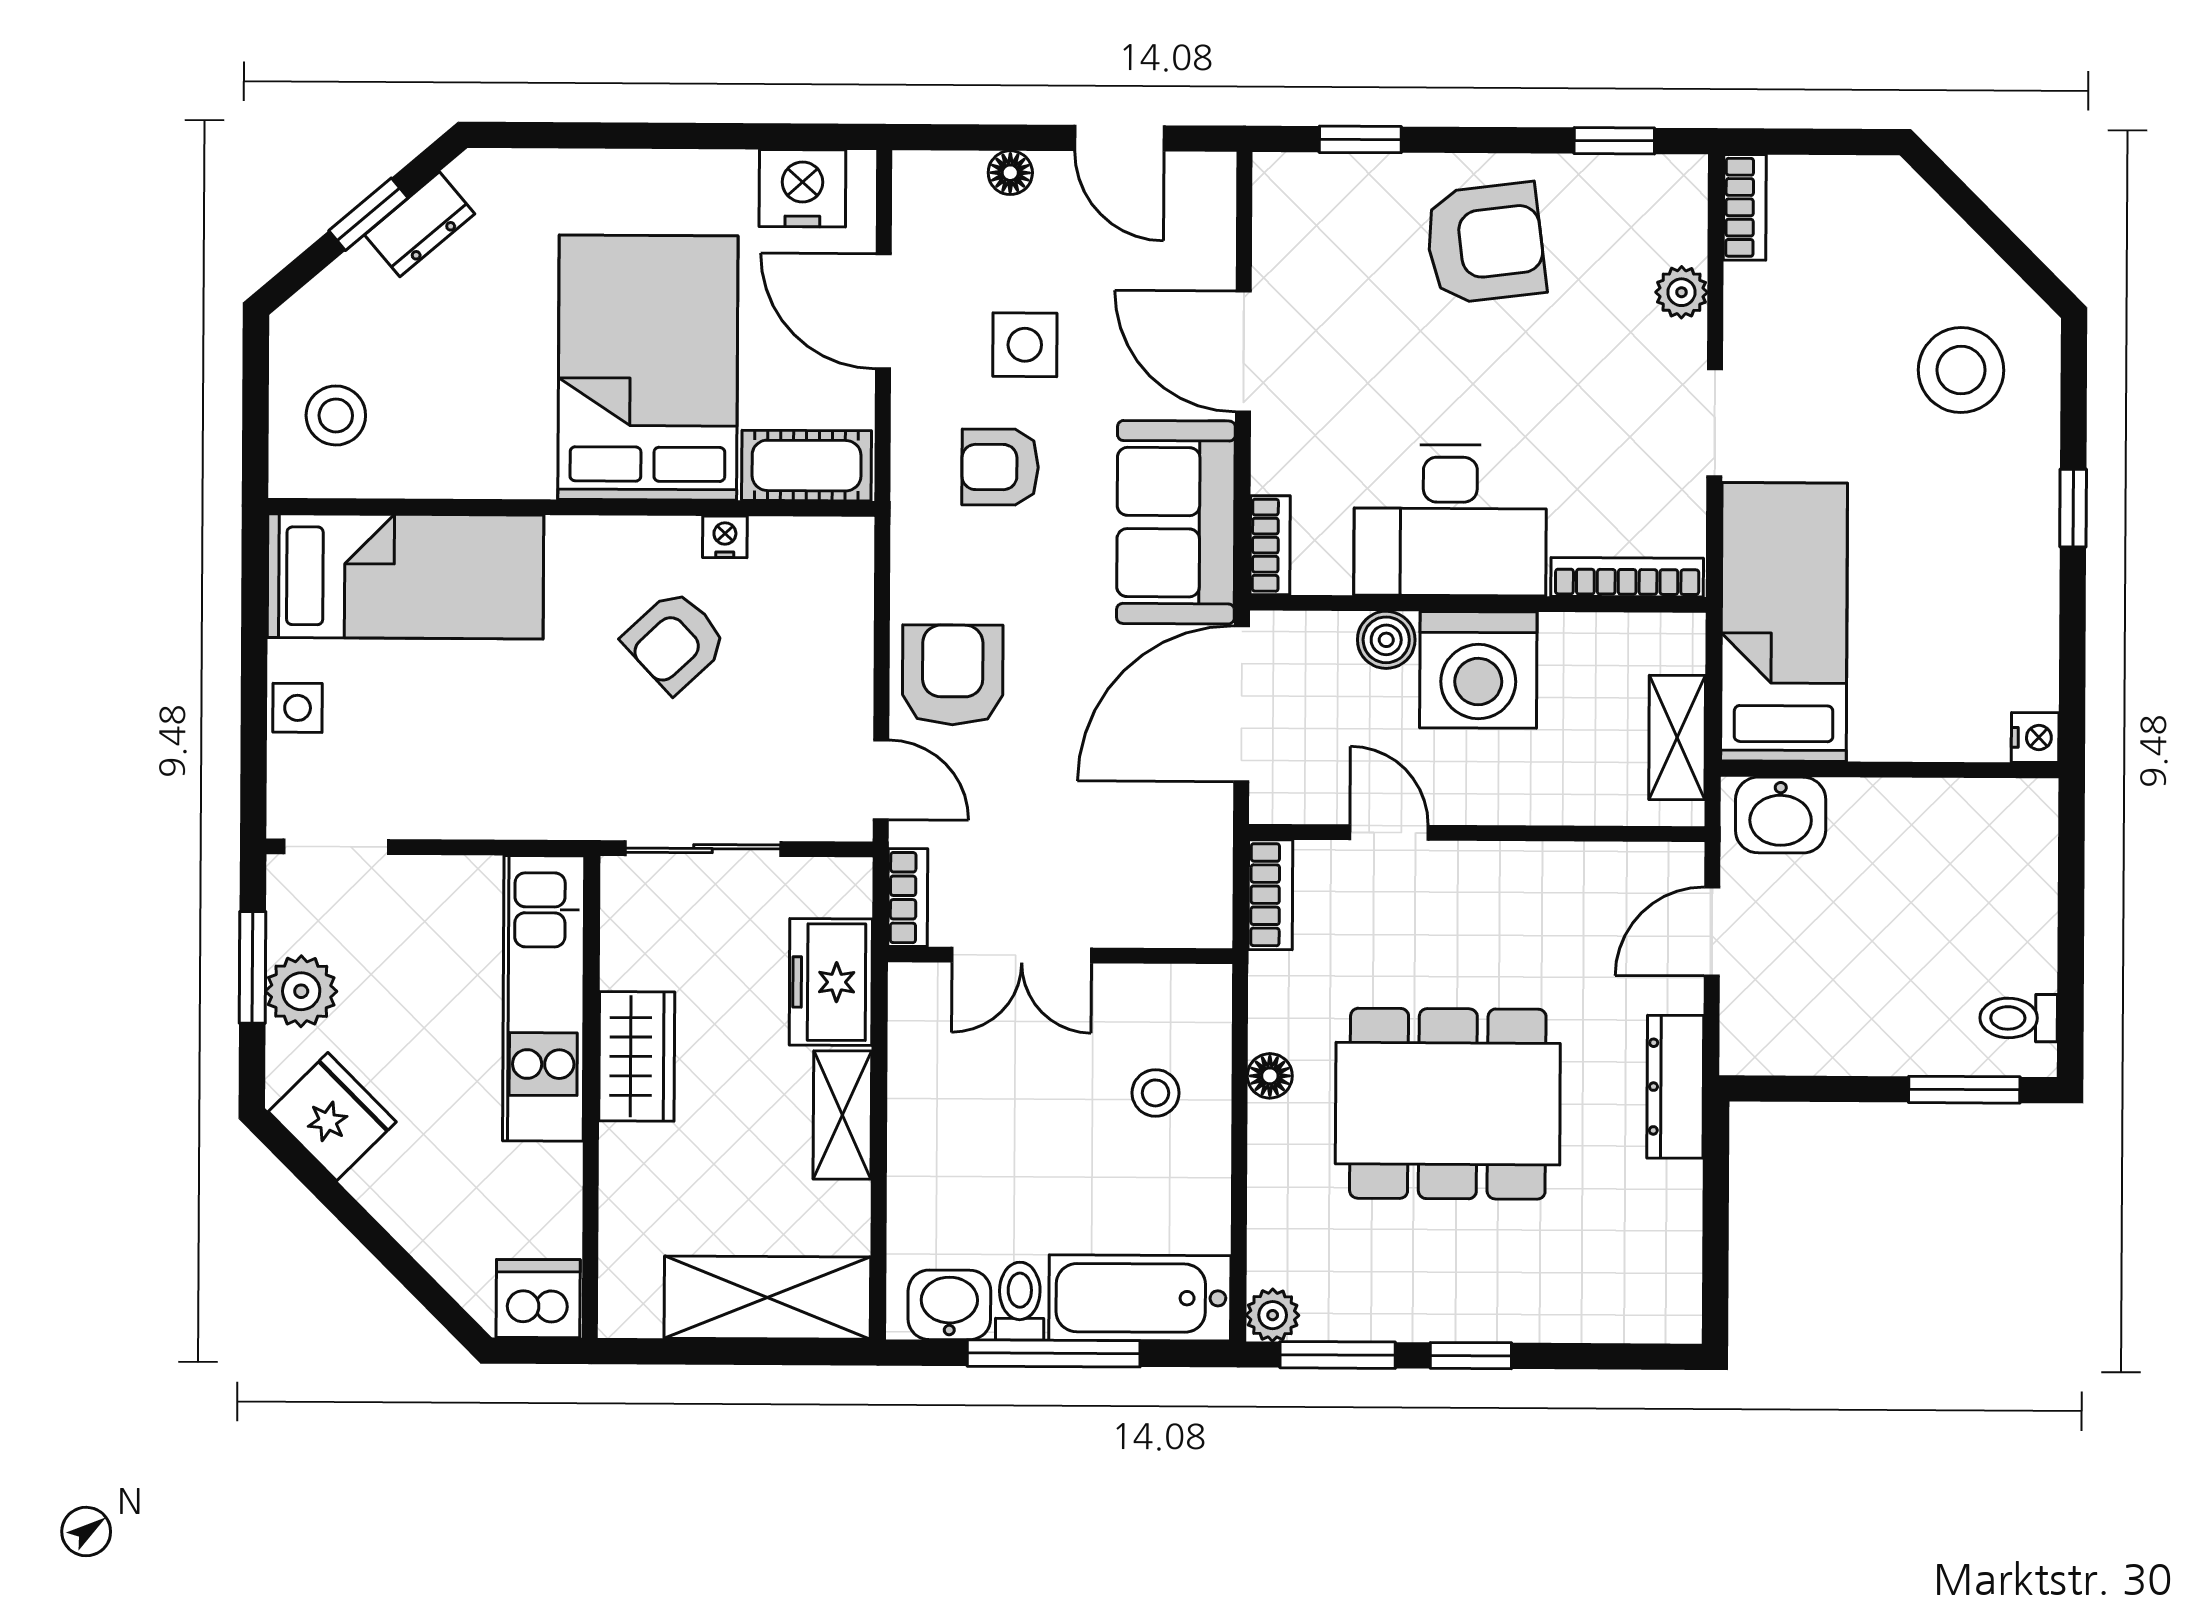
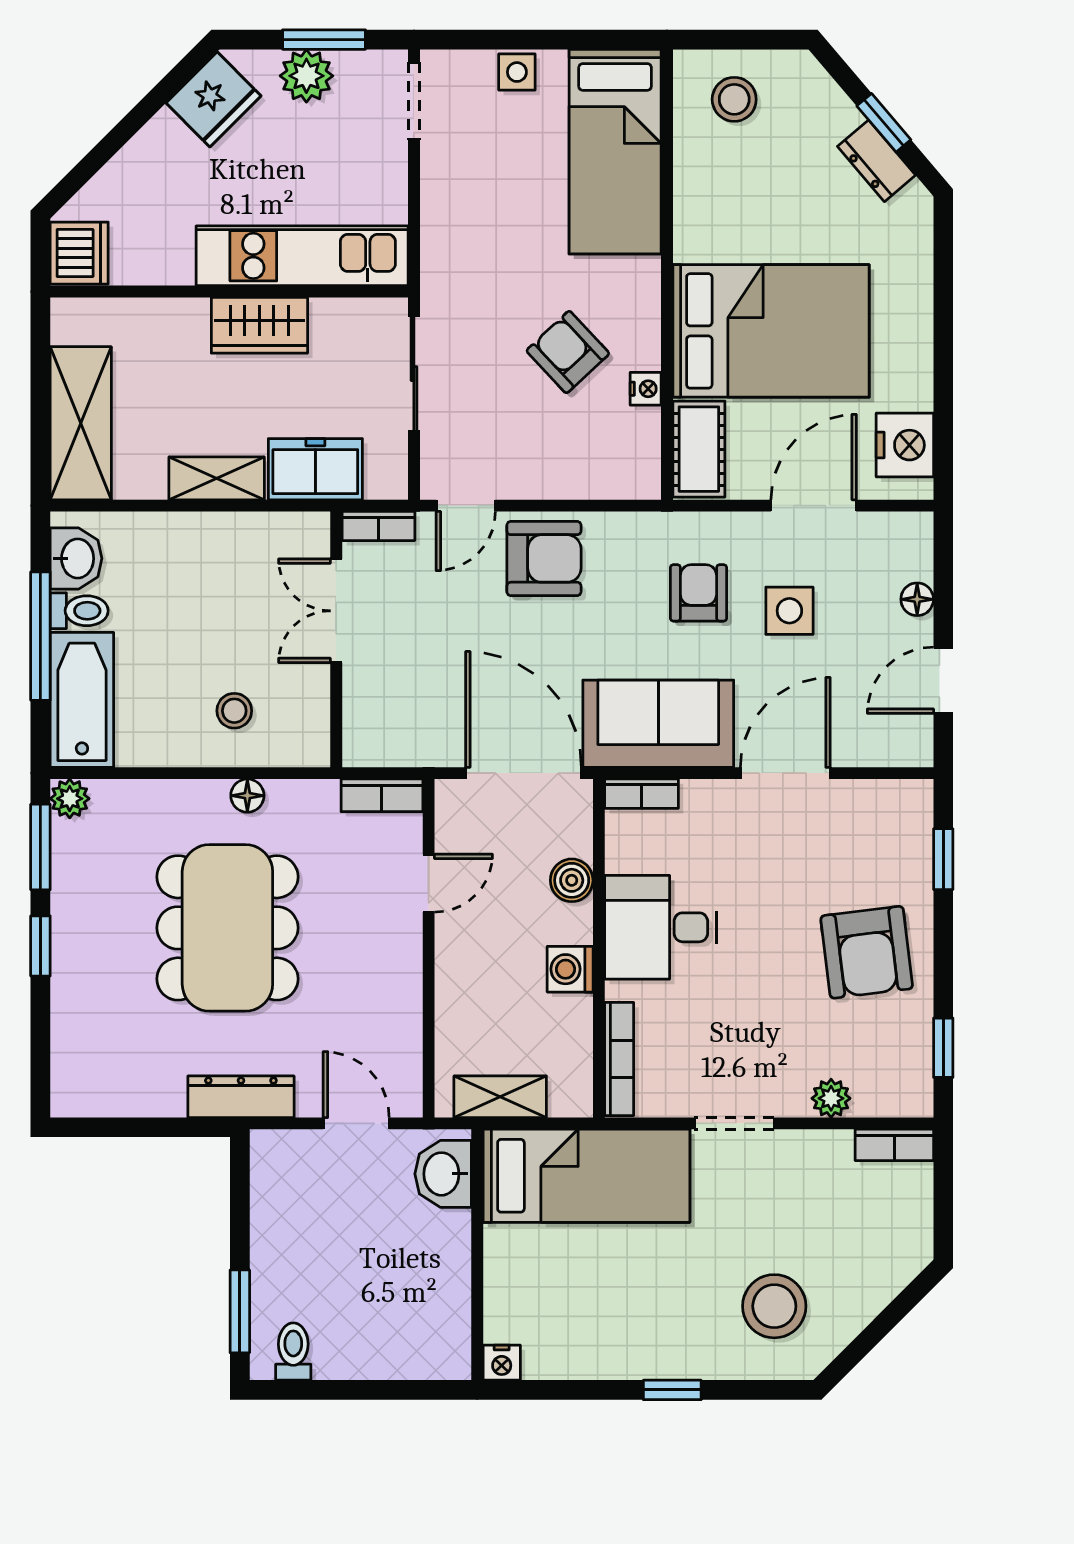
desk: (1450, 520) -> (661, 927), width x0.73
washing machine: (1478, 670) -> (570, 969), width x0.53, depth x0.53

